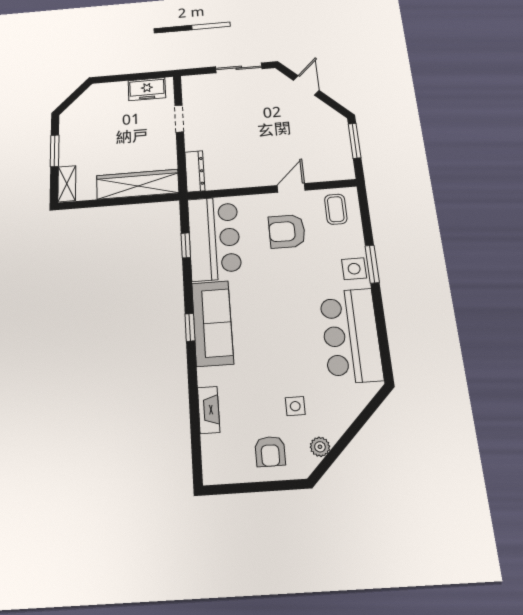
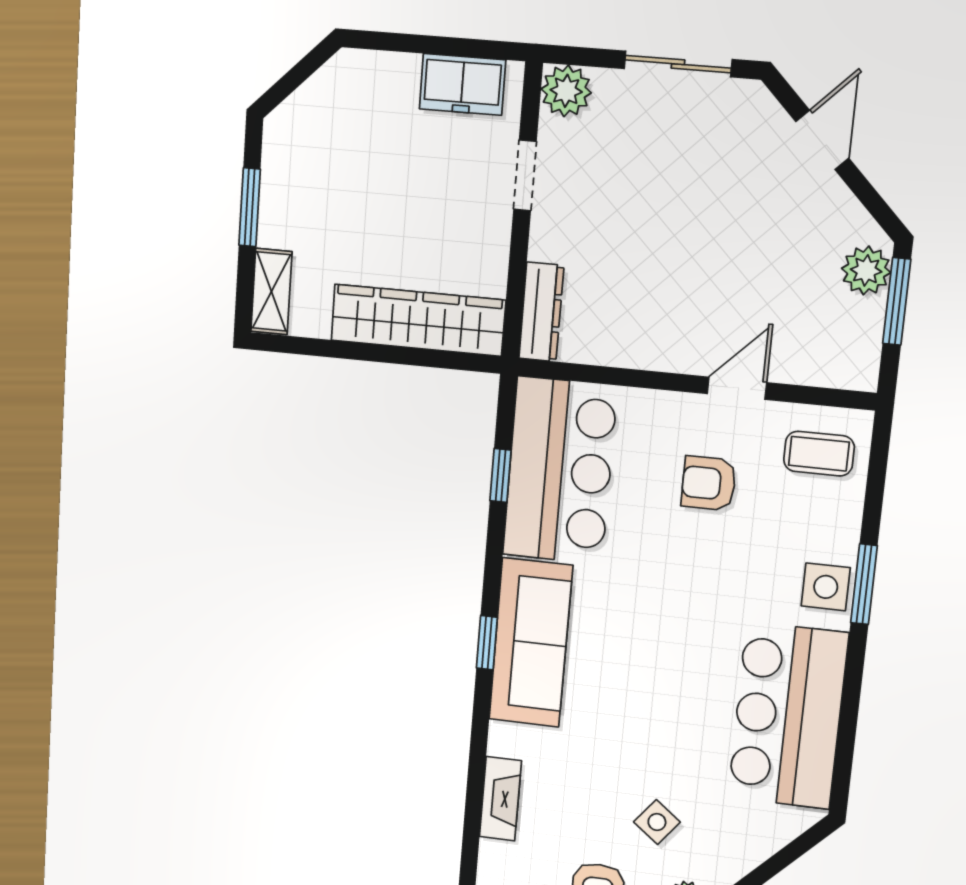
plant: (192, 85) -> (566, 91), added
plant: (338, 131) -> (866, 270), added
coffee table: (336, 209) -> (819, 454), turned 90
armchair: (287, 231) -> (709, 483), width x0.72, depth x0.72
side table: (295, 406) -> (657, 822), turned 38

